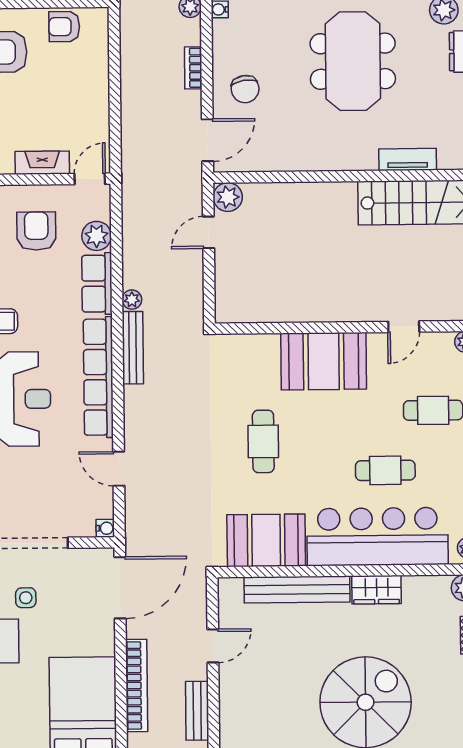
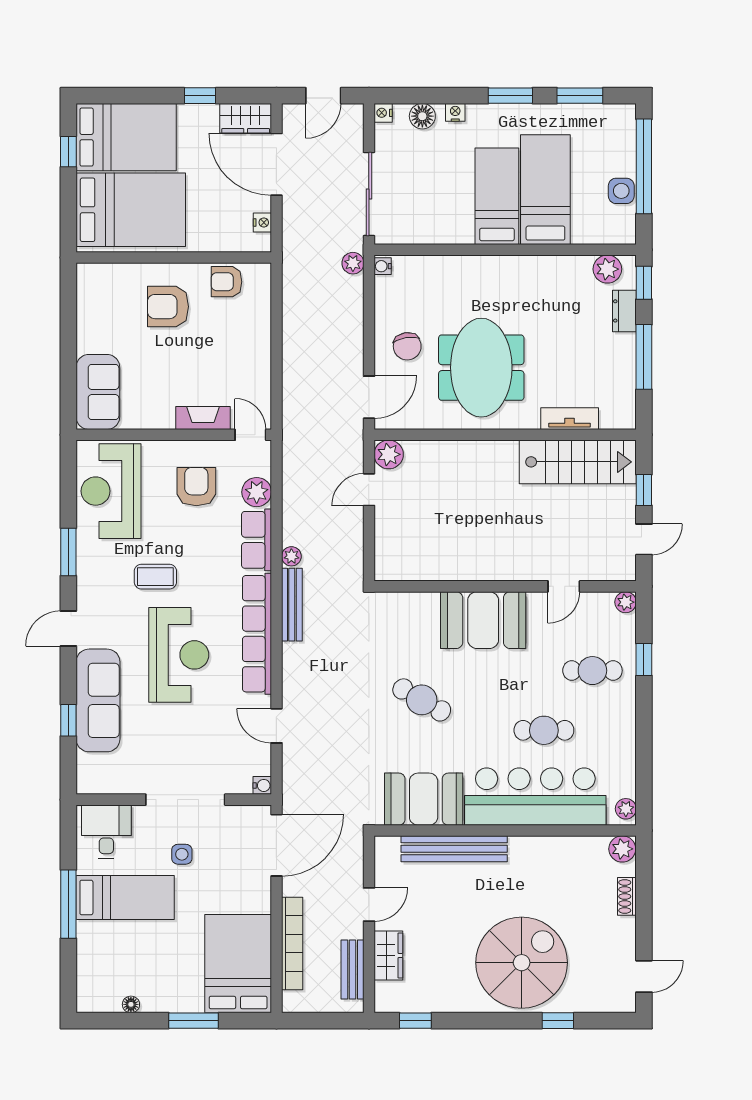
meeting table: (353, 61) -> (481, 368), moved
bookcase: (193, 68) -> (355, 324), removed
door: (90, 179) -> (250, 435), hinge flipped
cafe table: (263, 441) -> (422, 700), turned -60
wardrobe: (376, 590) -> (388, 955), moved, turned -90

